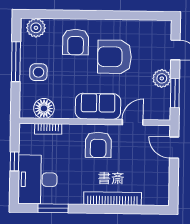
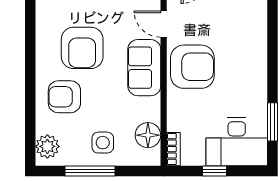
armchair: (76, 42) -> (64, 97), turned 180
bookcase: (48, 129) -> (173, 149), moved
armchair: (98, 145) -> (192, 67), width x1.36, depth x1.36
bookcase: (113, 198) -> (259, 48), removed

